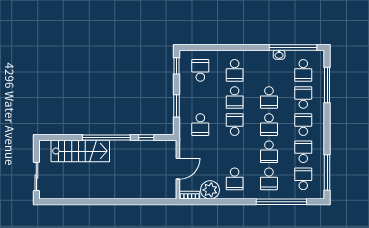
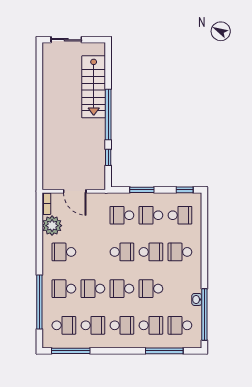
school desk: (200, 98) -> (151, 215), added
school desk: (235, 98) -> (151, 252), turned 180

